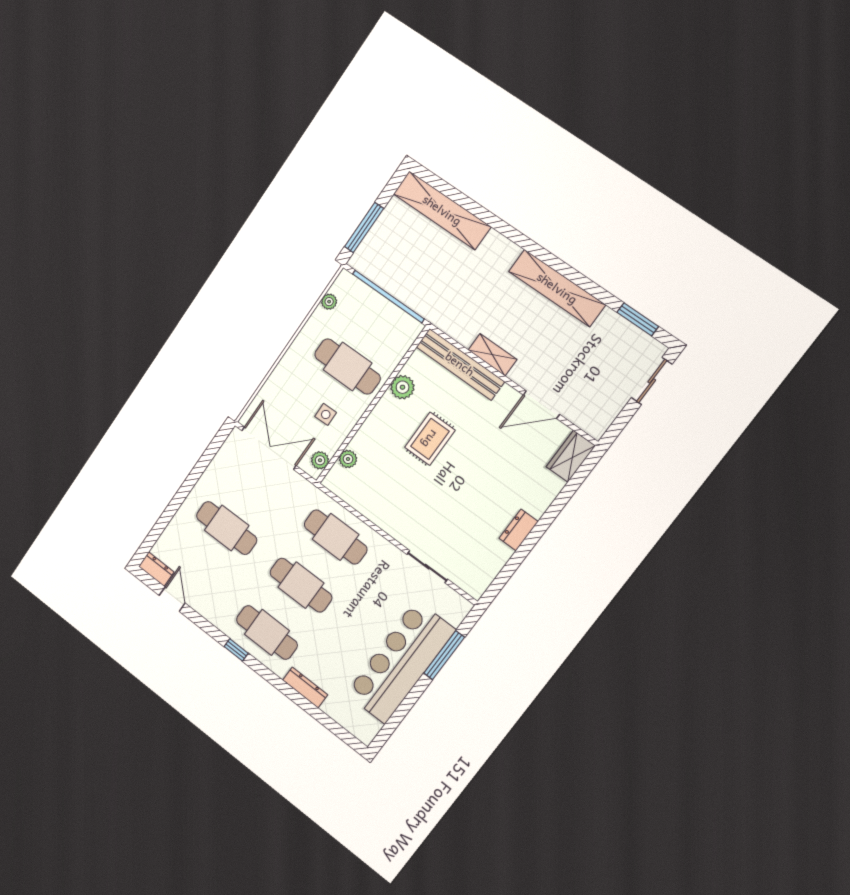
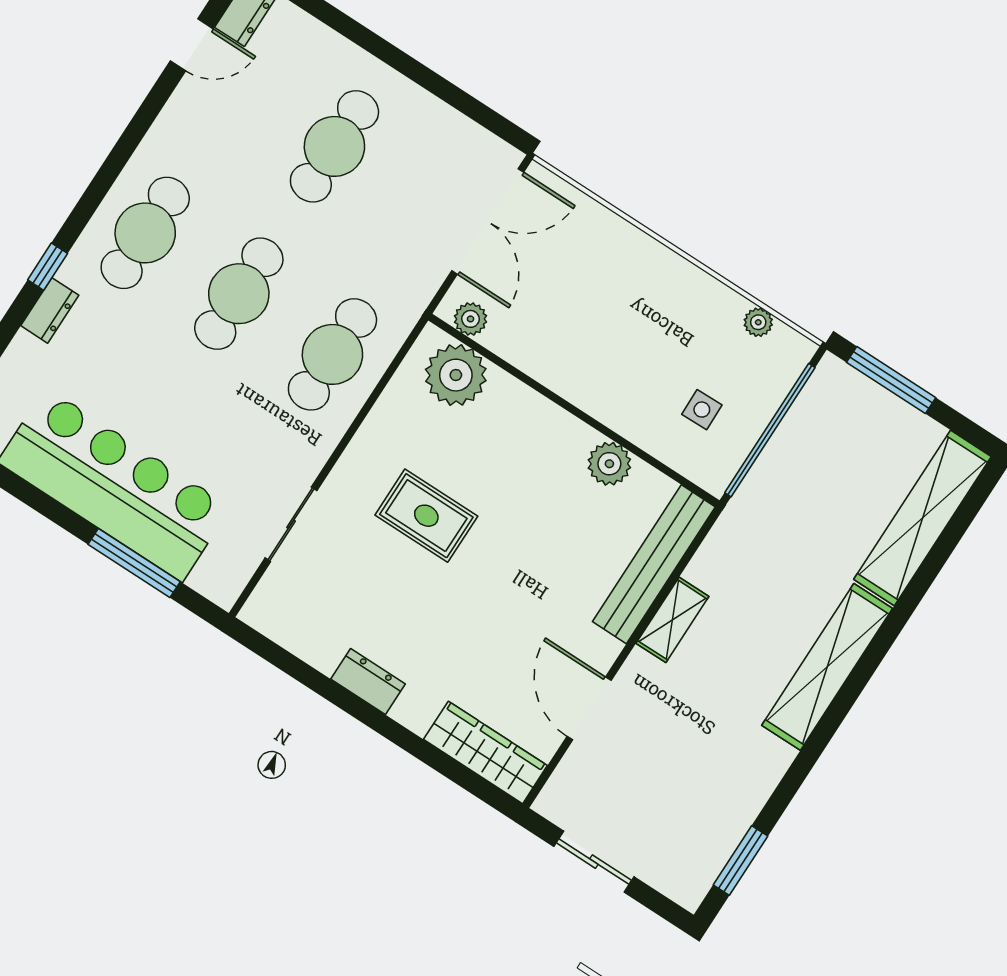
shelving: (557, 288) -> (827, 667), moved
cafe table: (347, 366) -> (643, 362), removed
sliding door: (652, 381) -> (594, 862), moved
side table: (326, 414) -> (702, 410), moved
rug: (430, 439) -> (426, 516), moved
wardrobe: (571, 456) -> (485, 752), width x1.50
plant: (348, 459) -> (456, 375), width x1.87, depth x1.87
window: (236, 650) -> (48, 267), moved
dresser: (305, 687) -> (50, 310), width x0.70

